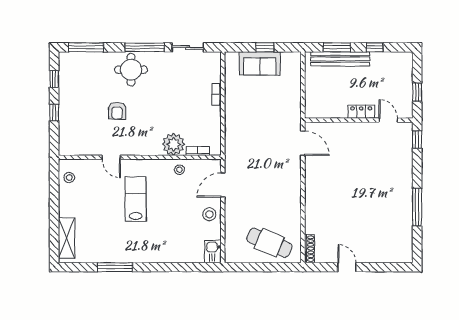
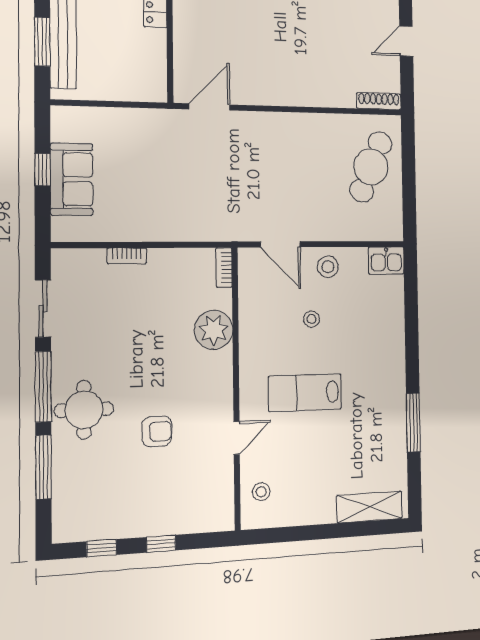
window: (86, 47) -> (43, 467), moved
bookcase: (198, 151) -> (224, 268), moved
stool: (179, 170) -> (312, 319), moved
stool: (69, 178) -> (261, 492), moved

